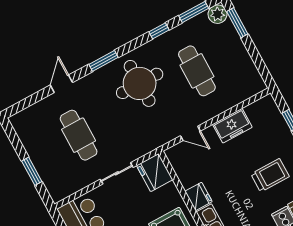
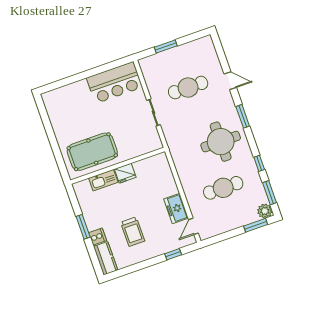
door: (190, 133) -> (193, 226), moved
fridge: (155, 173) -> (149, 142), removed

